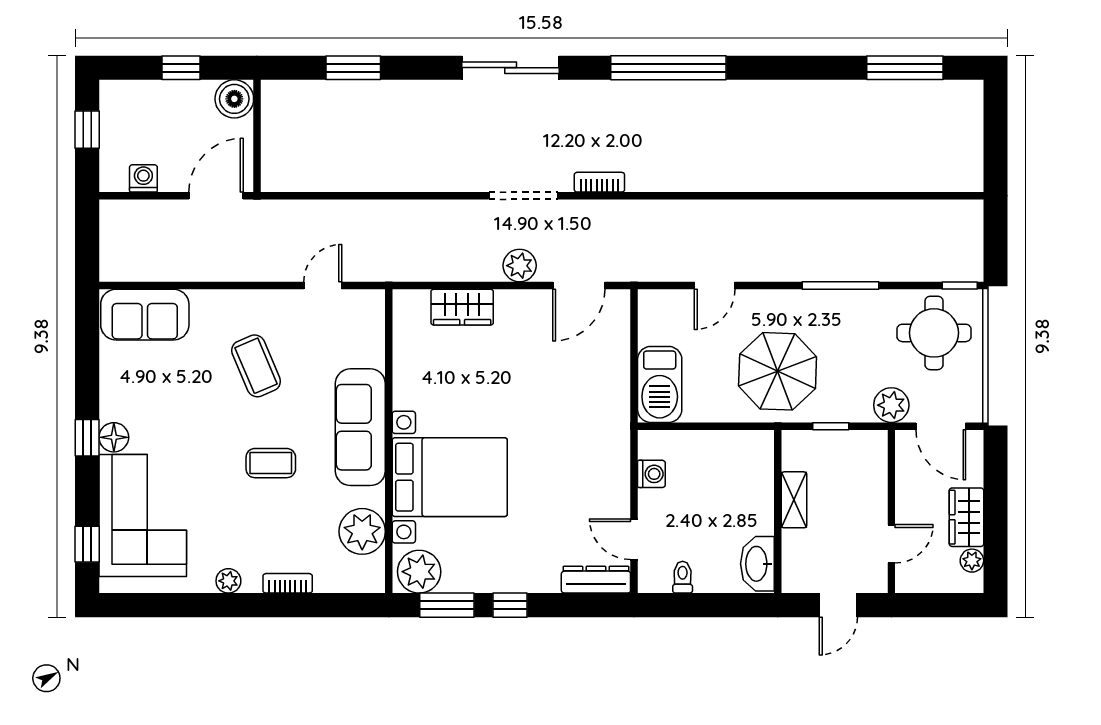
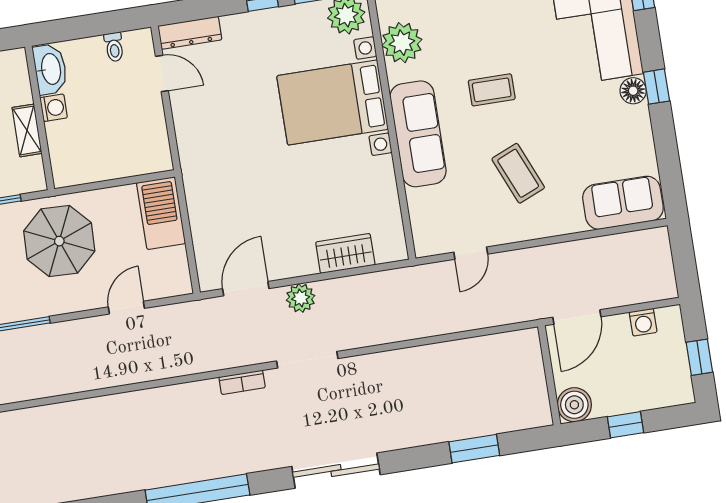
washing machine: (651, 474) -> (54, 108), moved, turned 180

